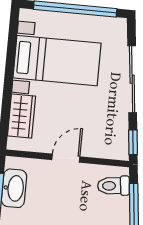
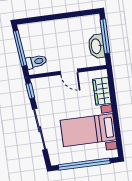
door: (66, 158) -> (69, 72), hinge flipped

